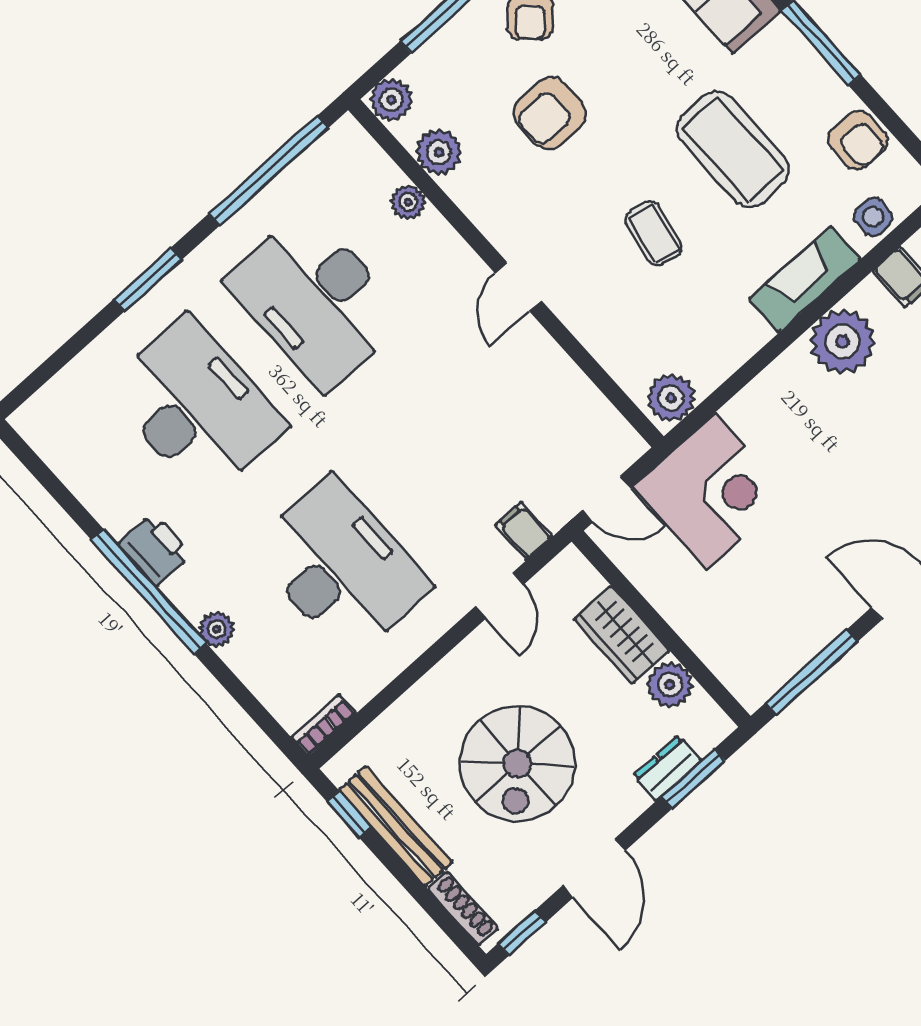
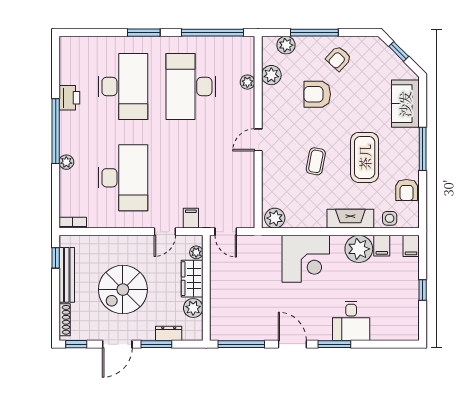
plant: (391, 100) -> (286, 45), moved
plant: (842, 342) -> (359, 249), moved
corner desk: (711, 491) -> (306, 259), moved
printer: (154, 550) -> (69, 98), moved
plant: (587, 582) -> (196, 252), added
window: (693, 779) -> (156, 344), moved

